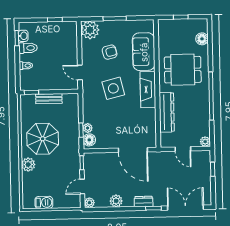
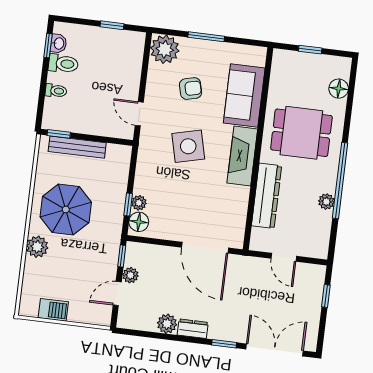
bench: (49, 99) -> (77, 147), width x1.36
plant: (205, 142) -> (326, 202), moved
dresser: (144, 201) -> (193, 329), moved
plant: (89, 203) -> (130, 275), moved

